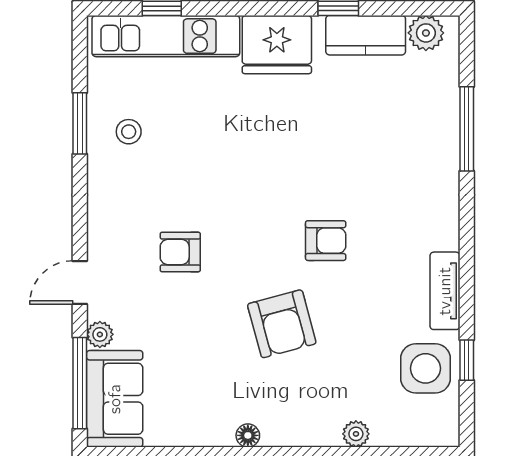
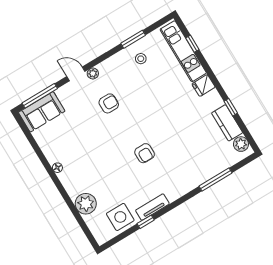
fridge: (277, 45) -> (203, 85), width x0.53, depth x0.75
armchair: (180, 252) -> (109, 103), turned 90
armchair: (282, 324) -> (105, 156), removed
plant: (100, 334) -> (93, 73), moved
window: (467, 360) -> (146, 222), moved
plant: (356, 434) -> (86, 204), width x1.87, depth x1.87

